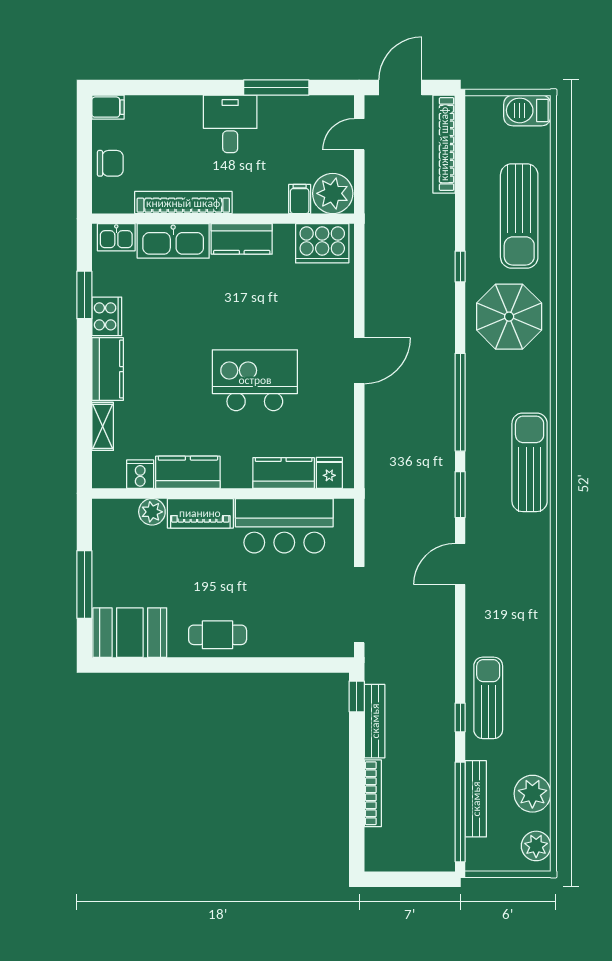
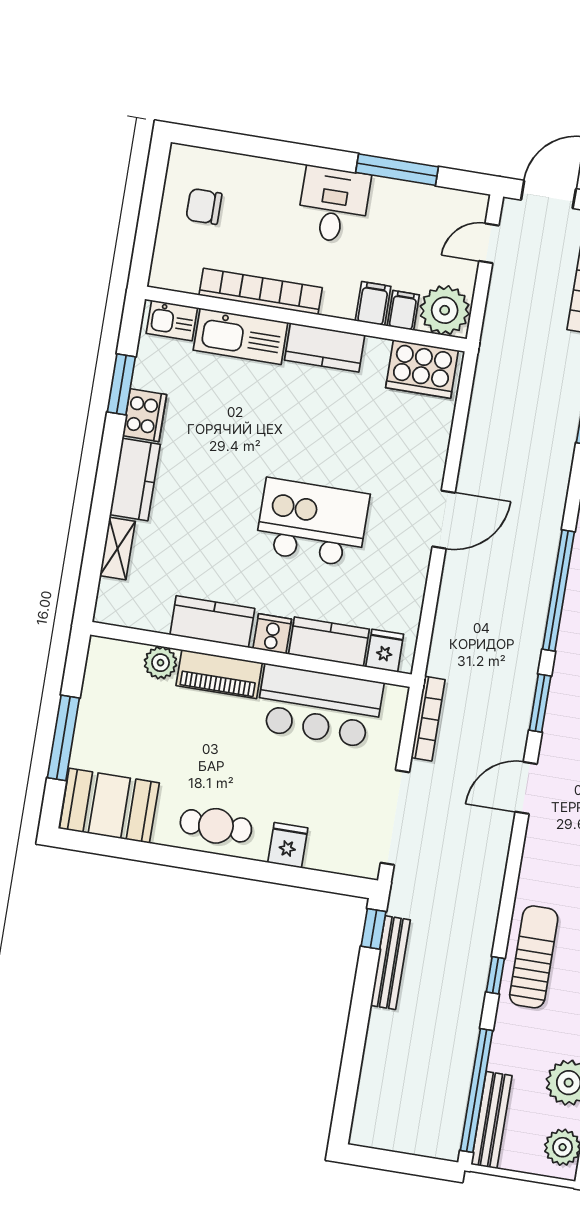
filing cabinet: (108, 107) -> (373, 304), moved, turned -90
chair: (110, 163) -> (204, 206), moved, turned 180
cooker: (140, 474) -> (272, 634), moved
fridge: (277, 641) -> (288, 845), added
bookcase: (373, 793) -> (428, 719), moved
bench: (476, 799) -> (491, 1120), moved

